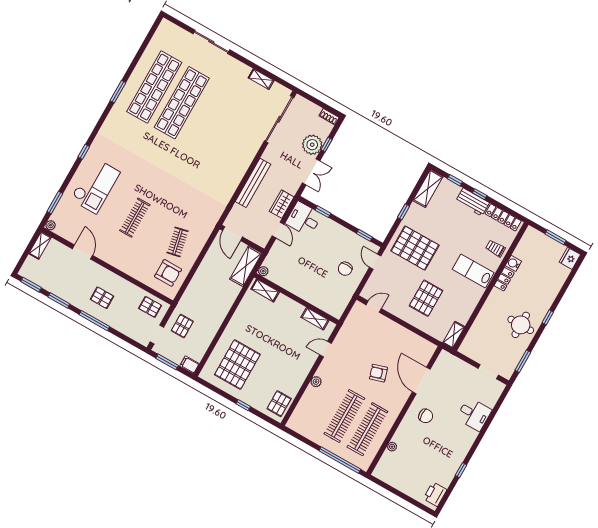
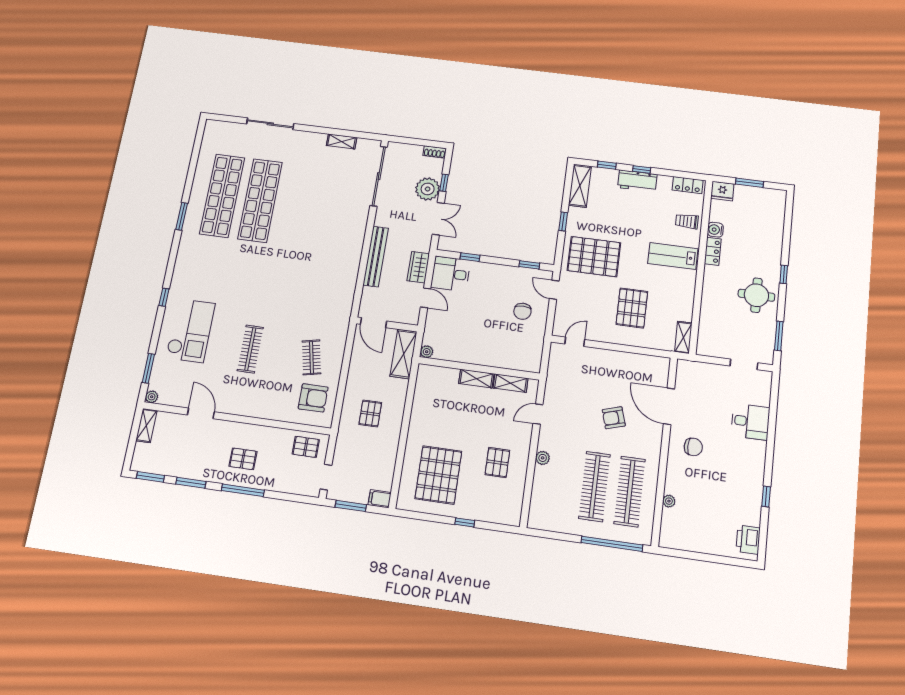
locker: (503, 217) -> (688, 185), width x0.66
fridge: (570, 258) -> (722, 191), moved, turned -90
shelving: (265, 291) -> (476, 379), moved
pallet: (182, 326) -> (370, 413), moved
pallet: (279, 404) -> (497, 463), moved

